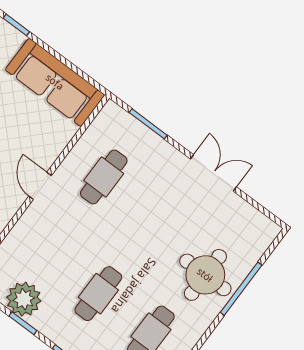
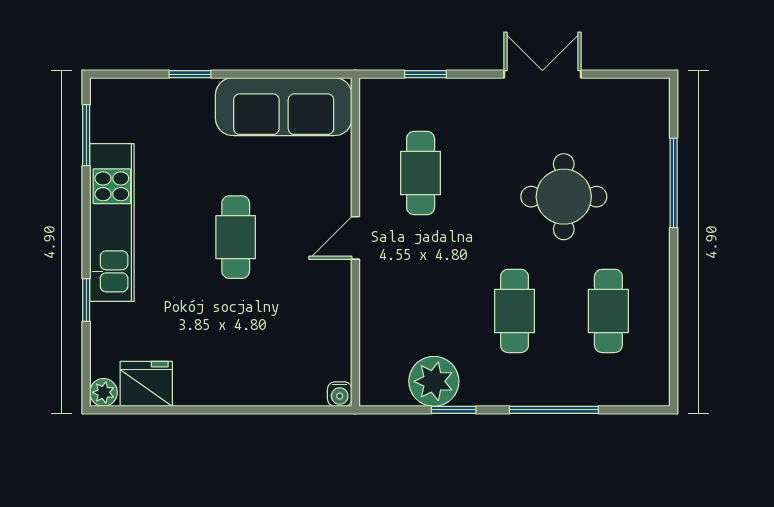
window: (148, 124) -> (426, 74), width x0.67
door: (40, 186) -> (355, 238), hinge flipped
round table: (205, 275) -> (564, 197), moved

